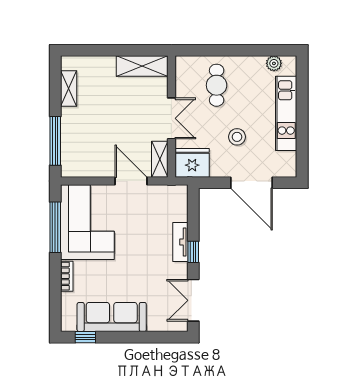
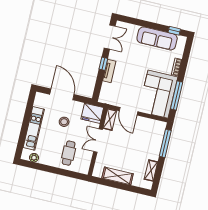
shelving: (142, 66) -> (118, 176), moved

